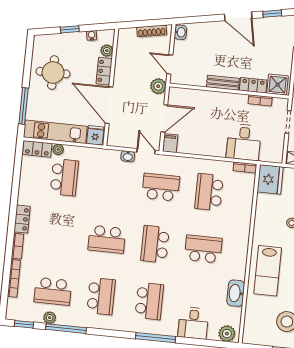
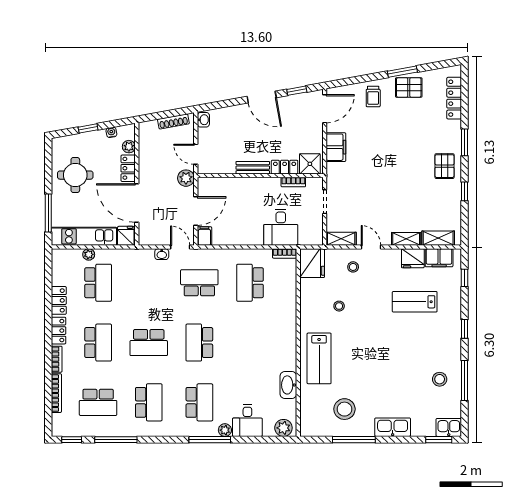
locker: (37, 149) -> (59, 300), moved, turned -90
school desk: (203, 249) -> (98, 343), moved, turned 90
plant: (50, 318) -> (225, 430), moved

